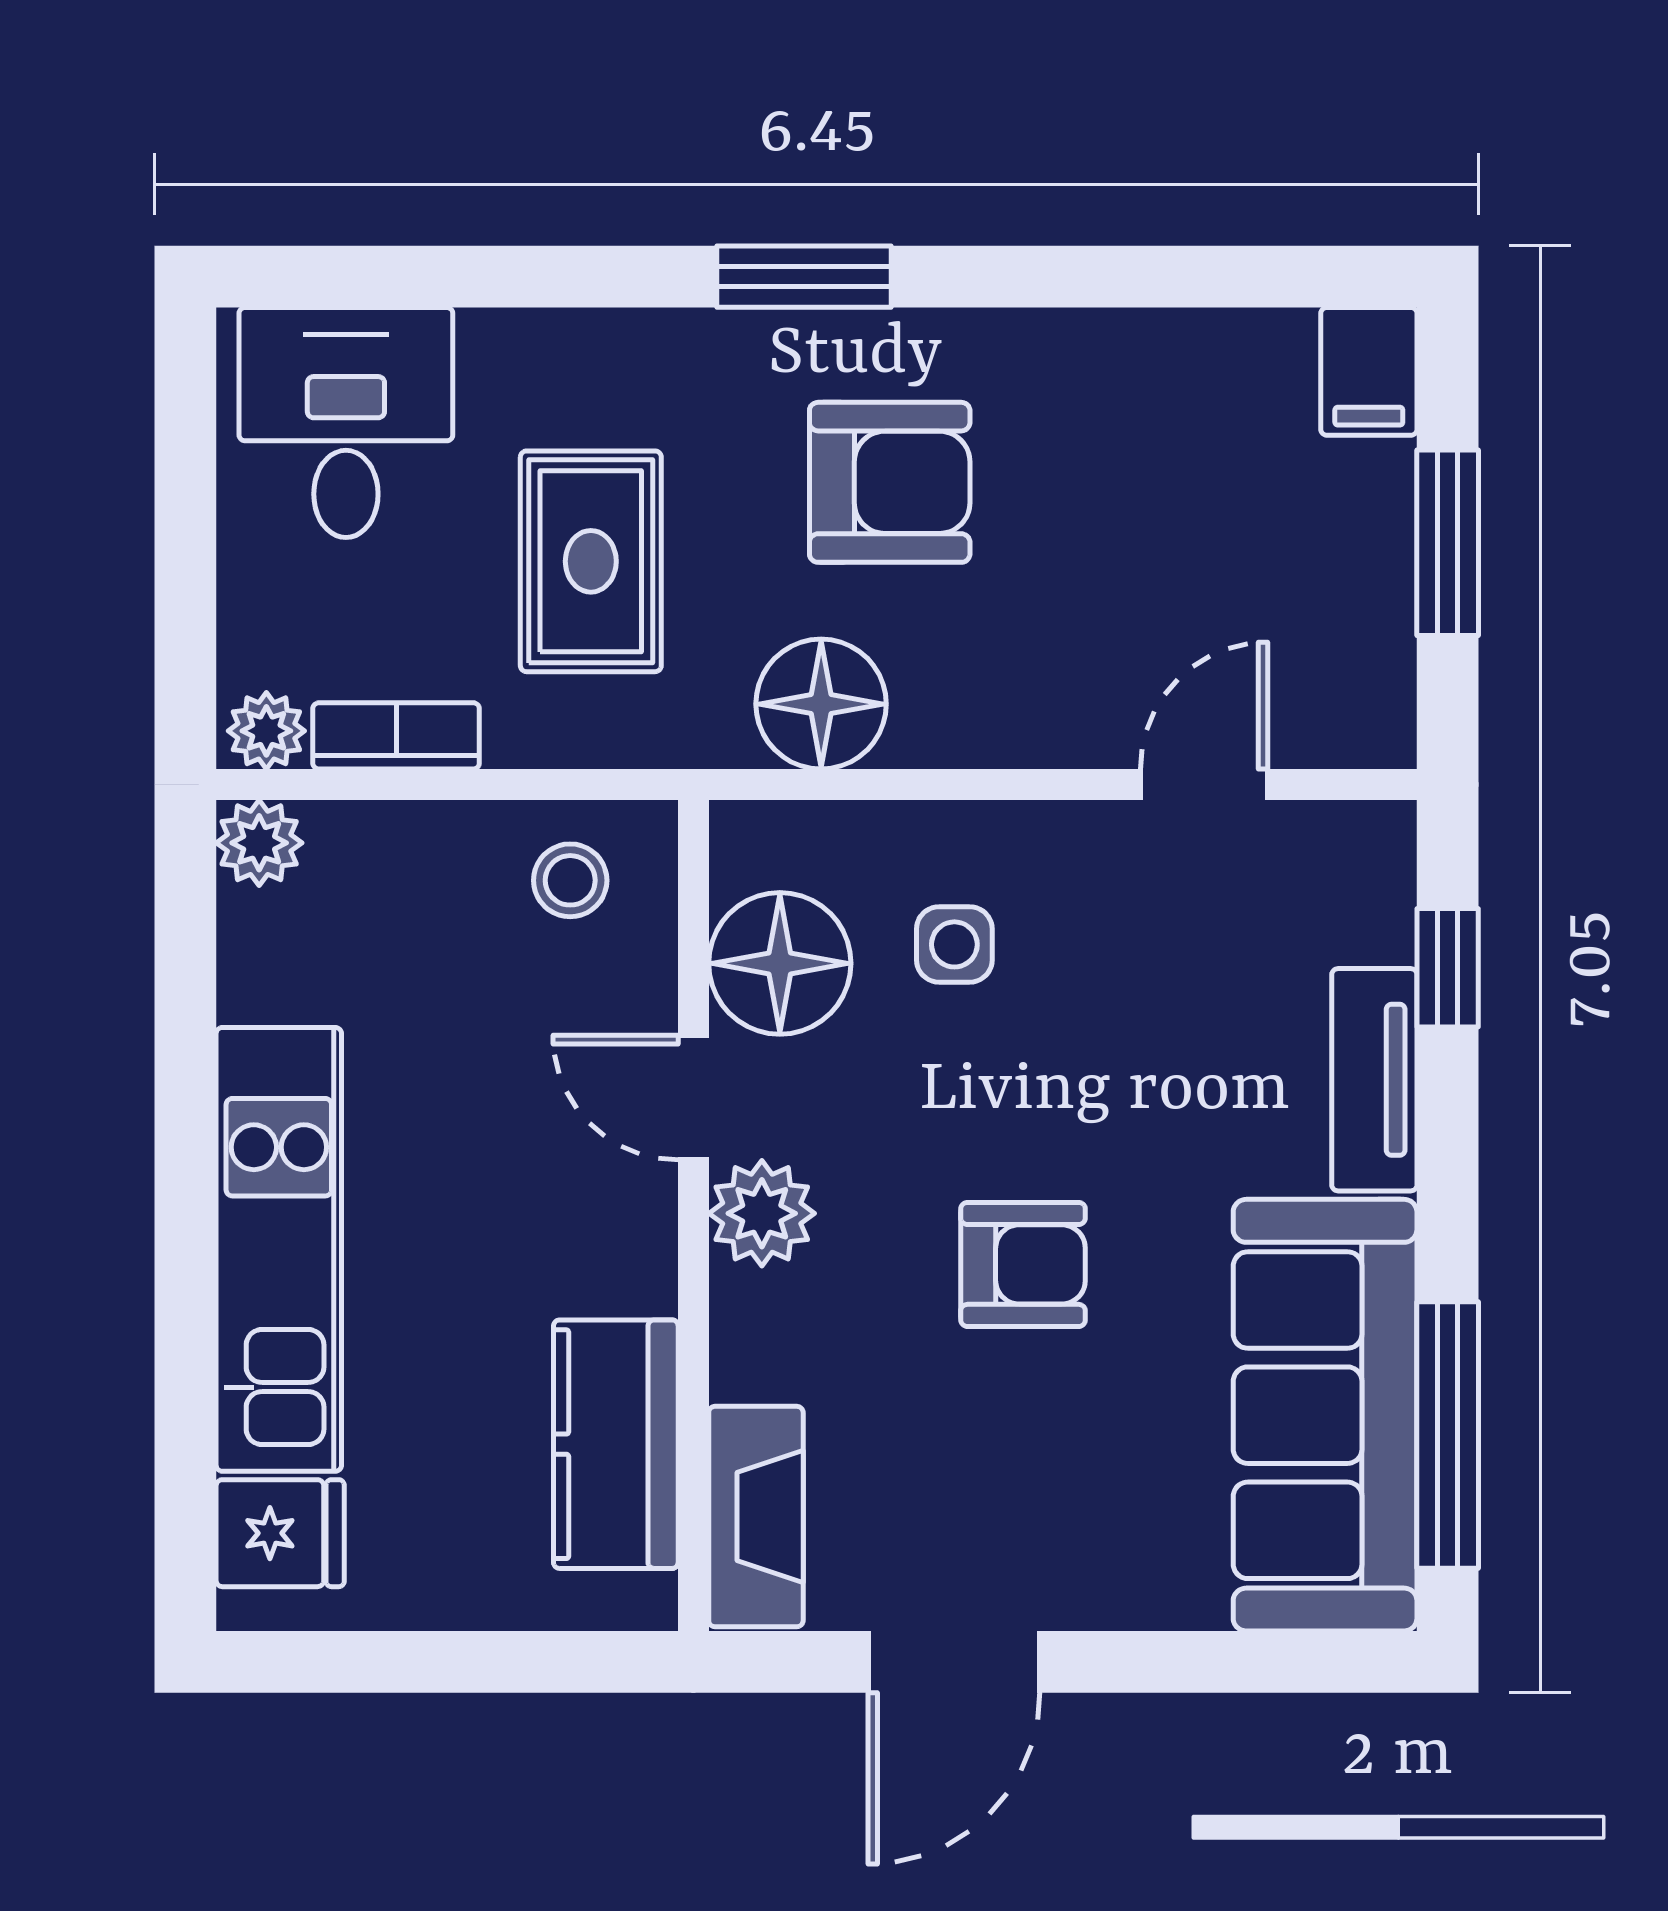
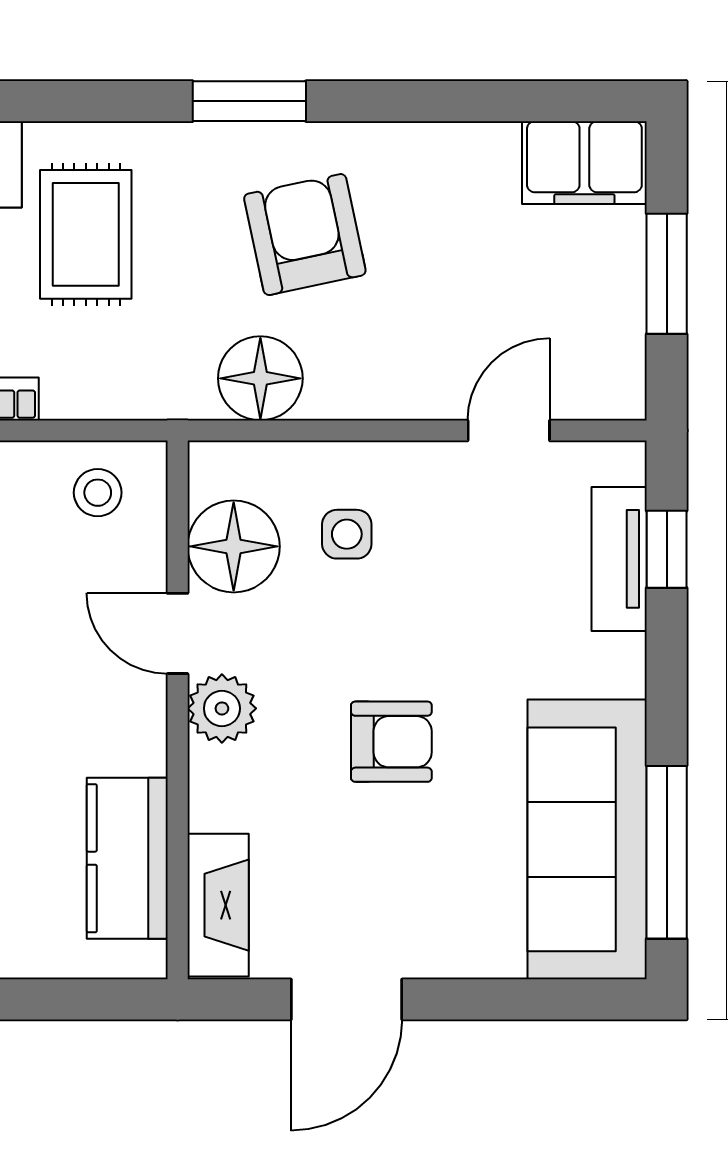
filing cabinet: (1369, 371) -> (584, 163), width x2.00
armchair: (890, 482) -> (305, 235), turned -102
rug: (591, 561) -> (86, 234), moved
tv unit: (1374, 1080) -> (619, 559), moved

